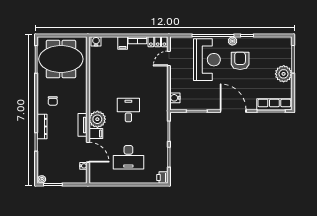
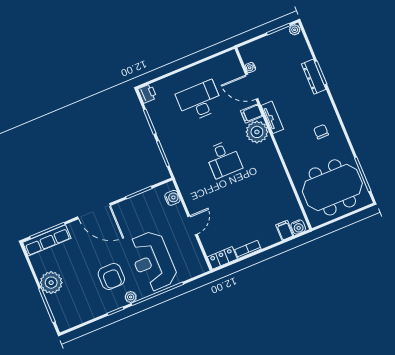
filing cabinet: (123, 43) -> (285, 230), moved
door: (169, 58) -> (193, 225), moved
dresser: (42, 126) -> (314, 77), moved

